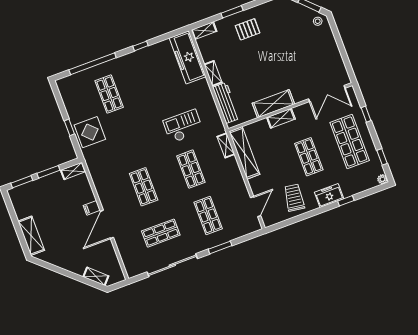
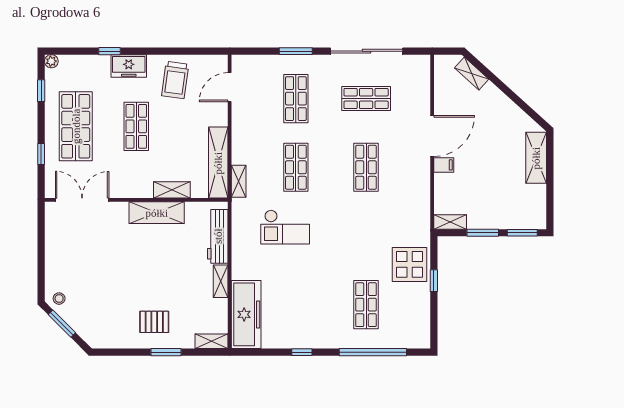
shelving: (281, 118) -> (172, 190), moved

